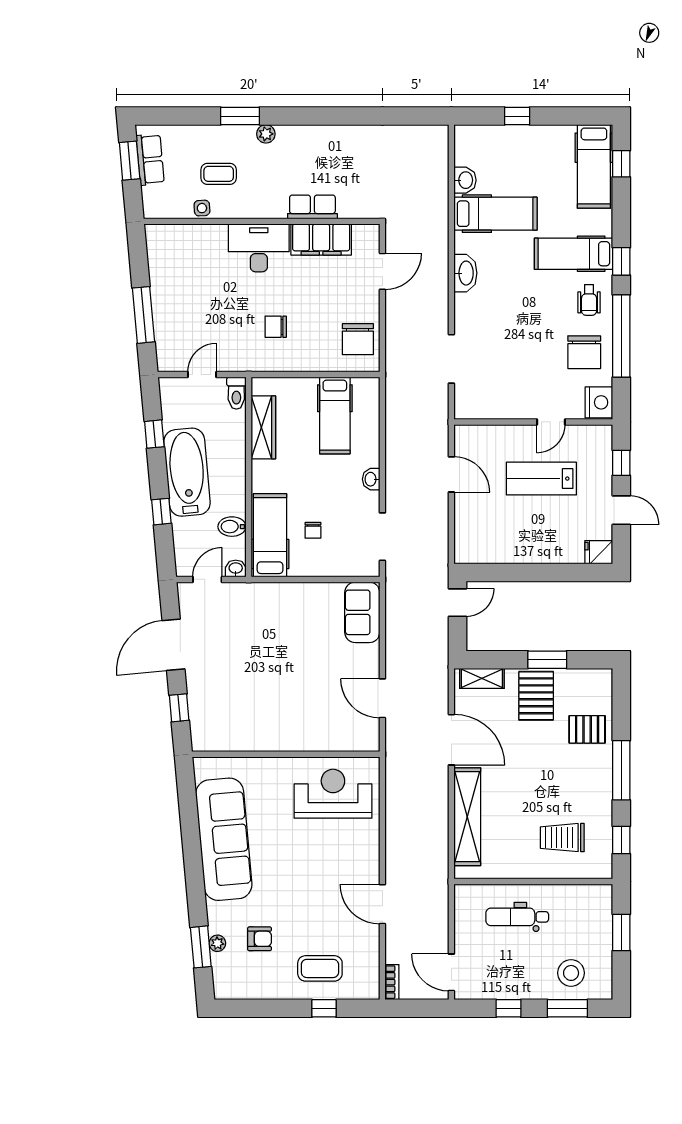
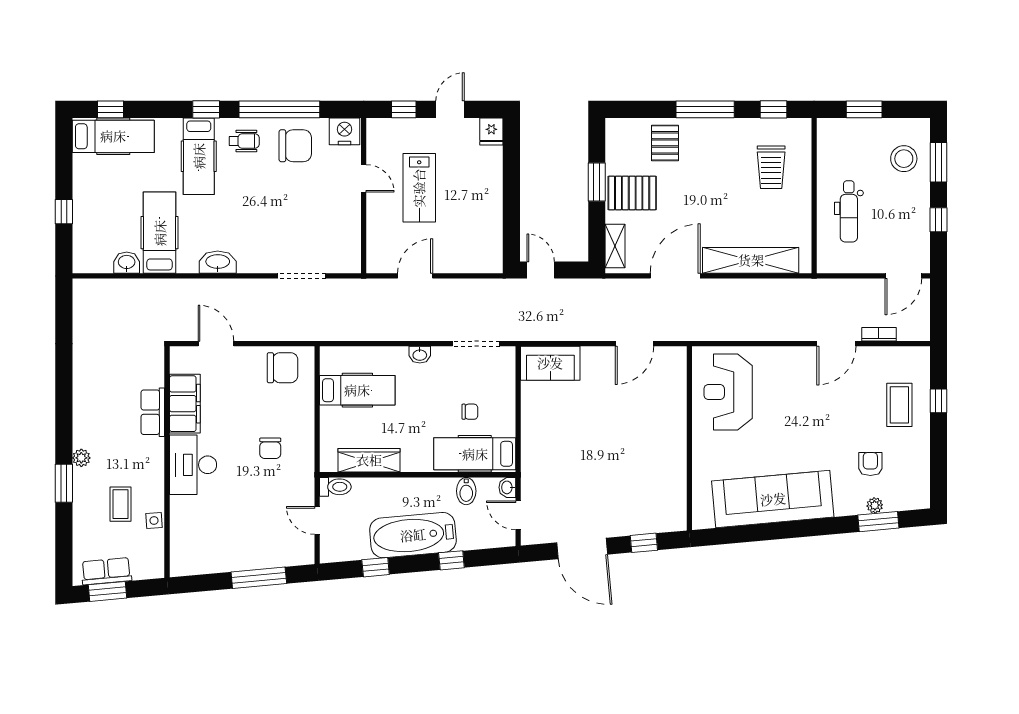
bookcase: (392, 982) -> (879, 334), moved

